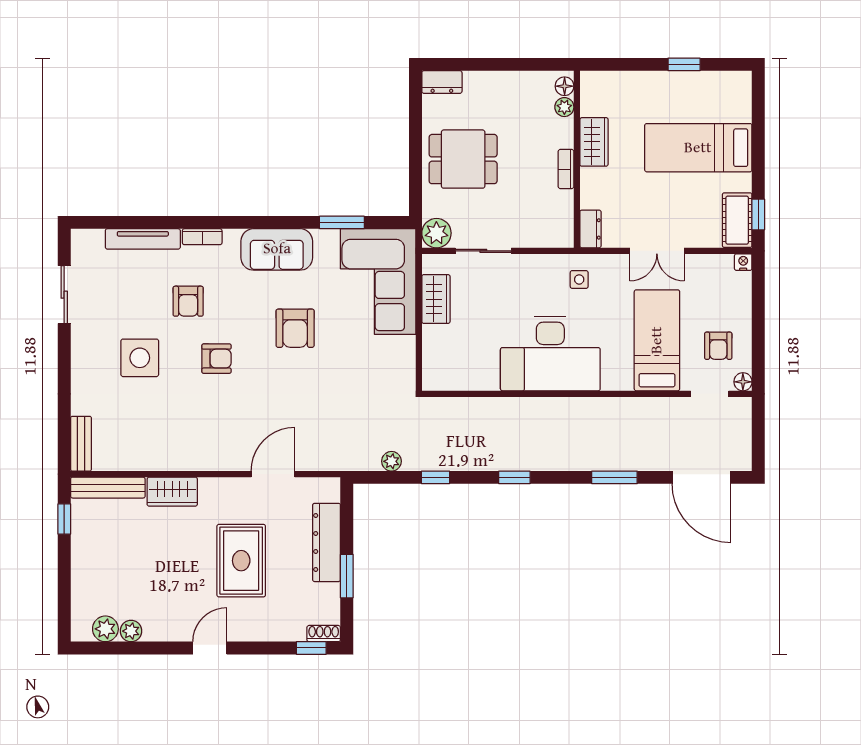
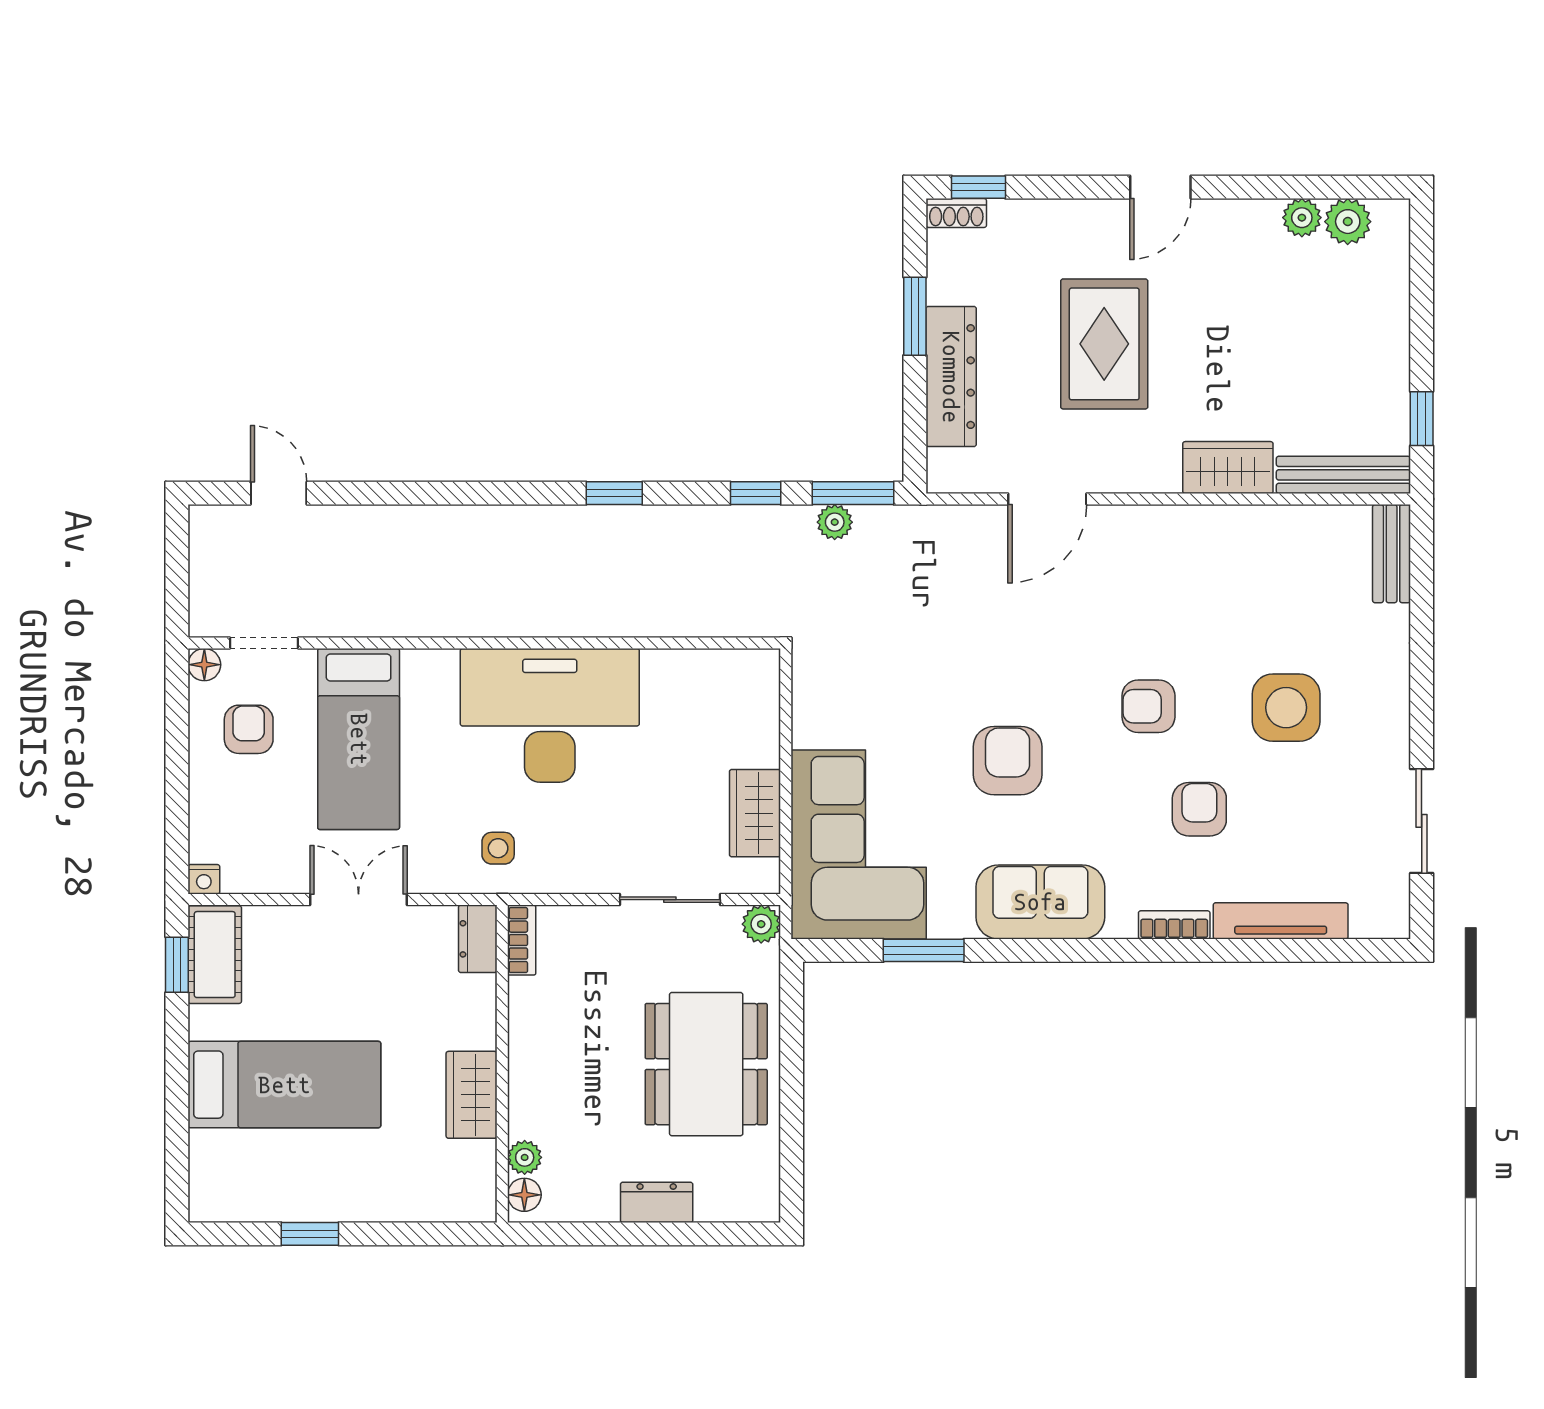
dresser: (442, 82) -> (657, 1202), moved
dining table: (463, 159) -> (706, 1064), width x1.38
bookcase: (566, 169) -> (522, 940), moved
plant: (436, 233) -> (761, 924), width x0.73, depth x0.73
window: (614, 477) -> (853, 493), moved
door: (701, 477) -> (279, 493), width x0.53

